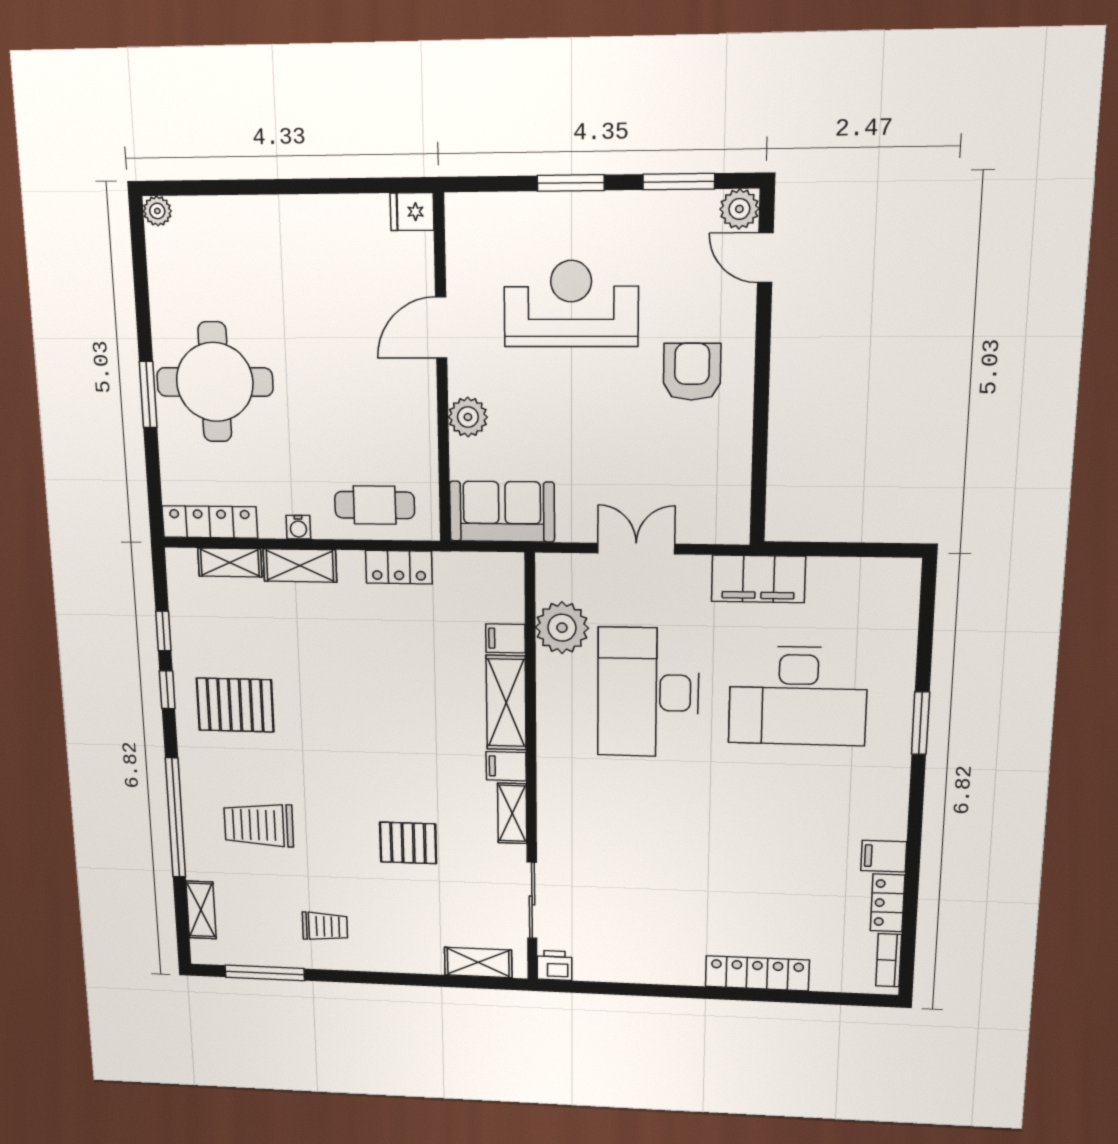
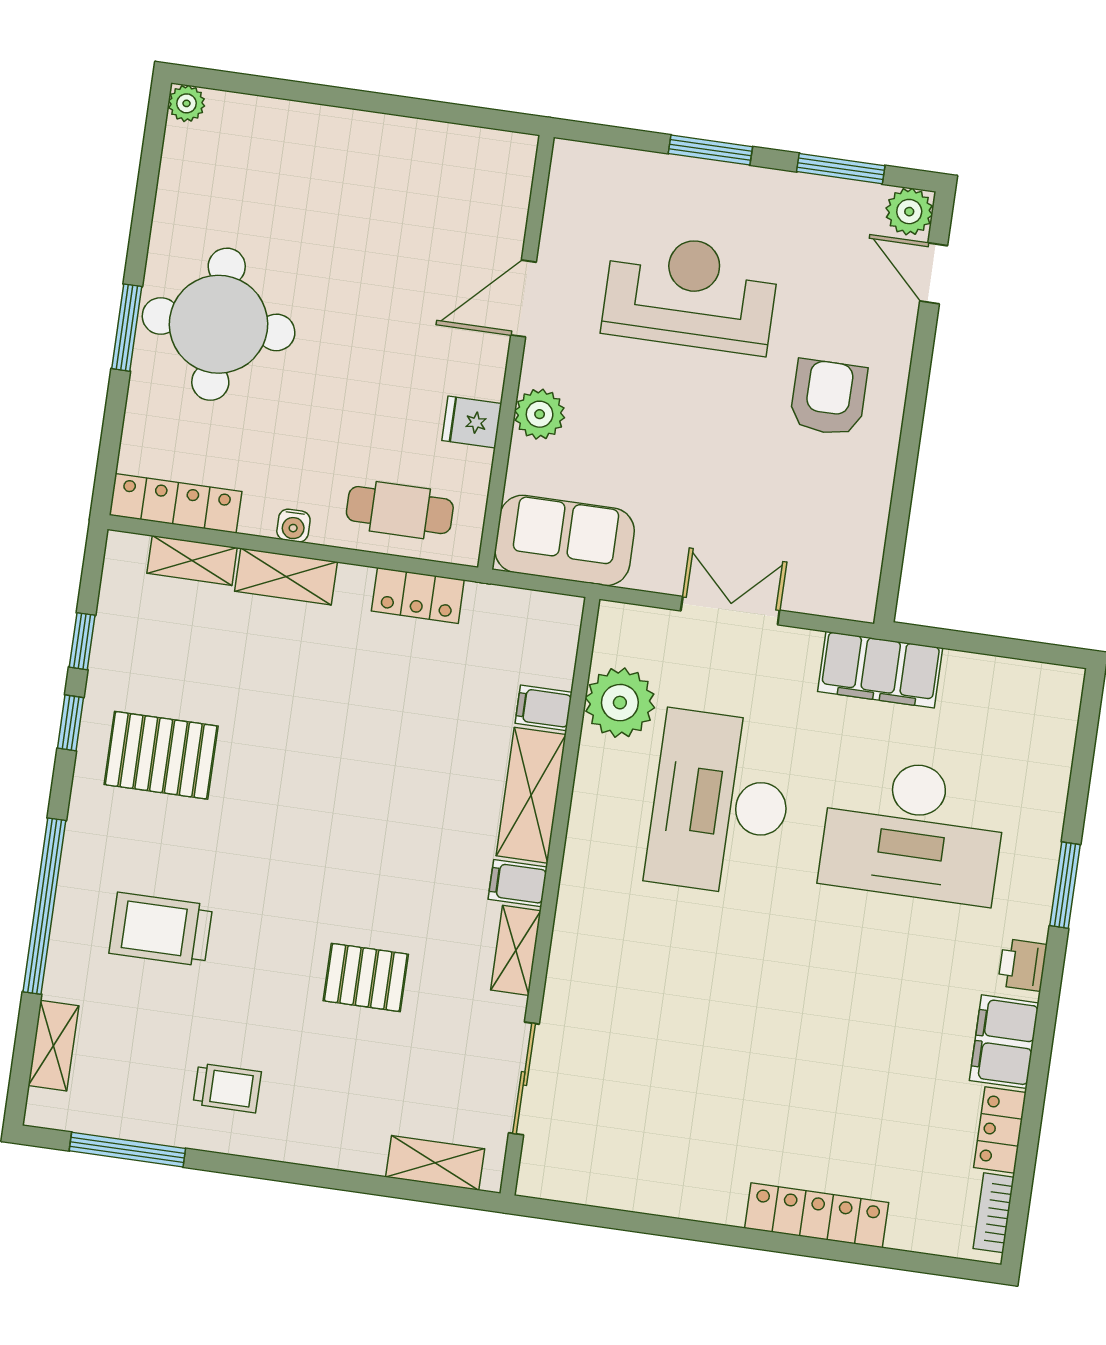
fridge: (412, 212) -> (472, 422), moved
filing cabinet: (884, 856) -> (1004, 1042), width x2.00
printer: (555, 965) -> (1022, 965), moved, turned -90

